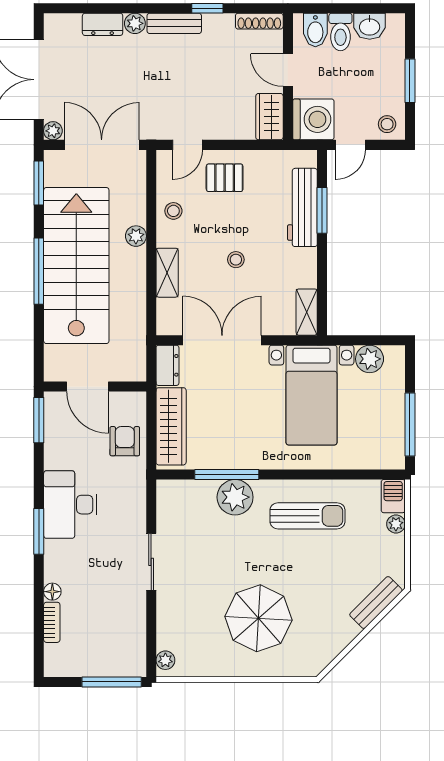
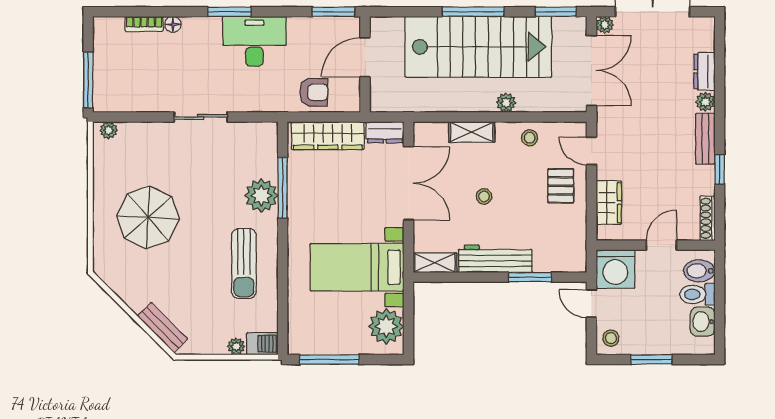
wardrobe: (269, 117) -> (609, 203), moved, turned 90
workbench: (302, 207) -> (495, 259), moved
plant: (370, 359) -> (386, 326), width x1.36, depth x1.36

